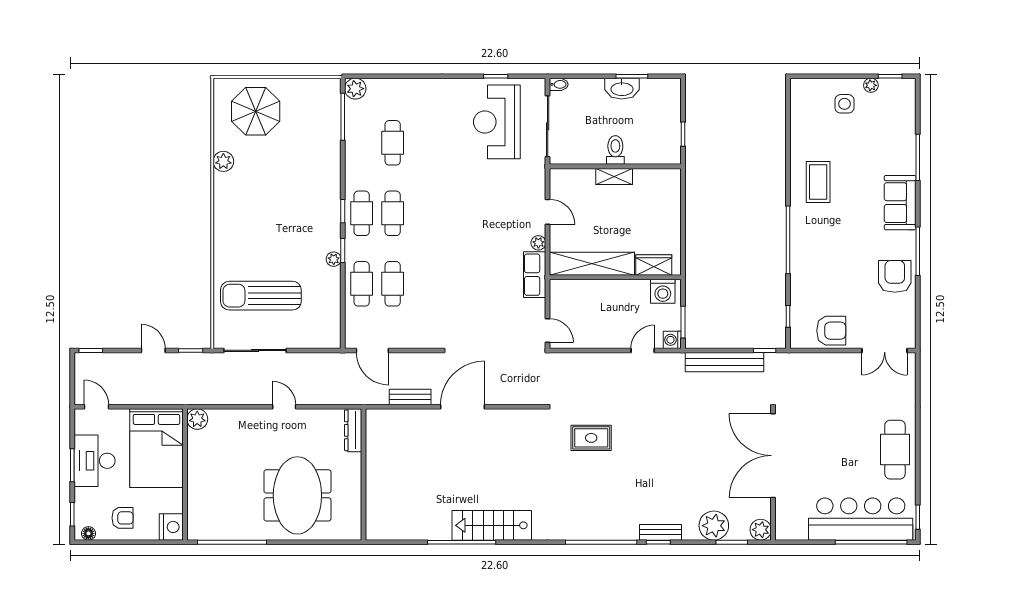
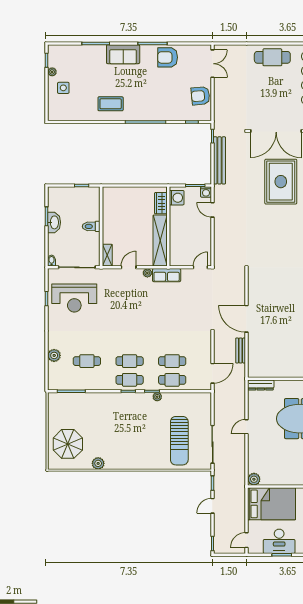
plant: (355, 89) -> (54, 355), moved
shelving: (614, 176) -> (107, 255), moved
armchair: (831, 331) -> (200, 96), turned -95
rug: (591, 438) -> (281, 182), moved, width x1.86, depth x2.06

